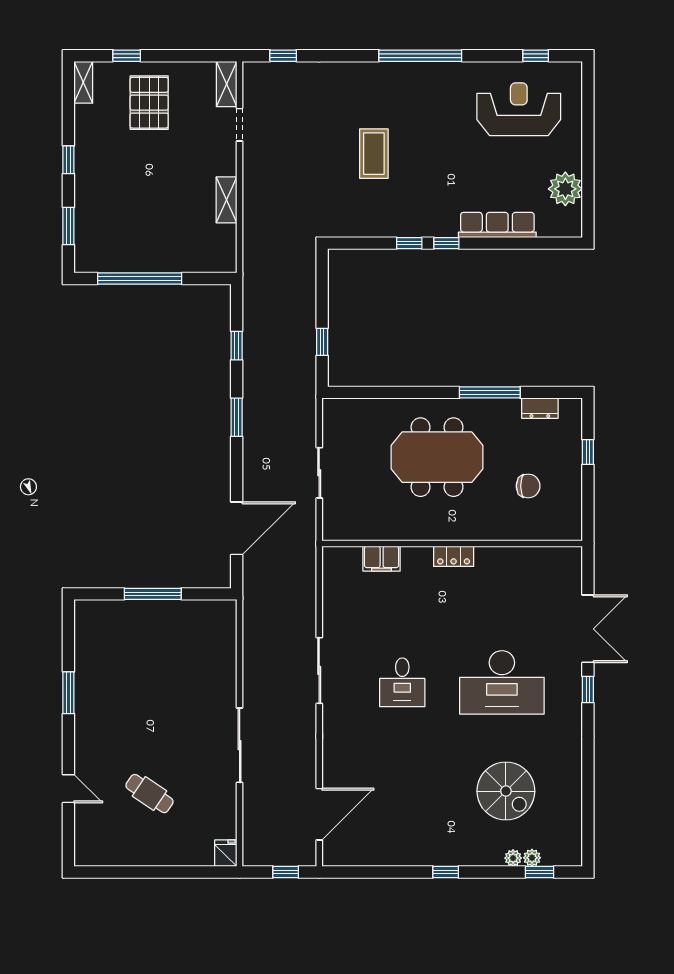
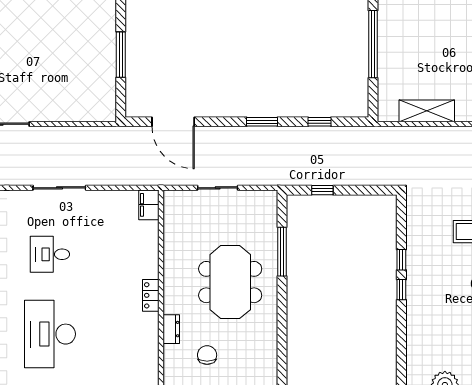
shelving: (226, 200) -> (427, 111), width x1.50, depth x1.33
row of seats: (497, 225) -> (416, 330), removed
window: (490, 392) -> (282, 252), moved
dresser: (540, 408) -> (171, 329), moved, turned 180
chair: (528, 486) -> (207, 355), turned 180
filing cabinet: (382, 559) -> (149, 205), moved

